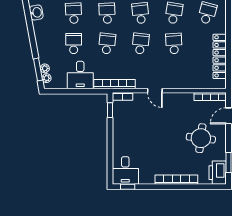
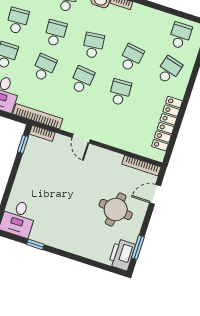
bookcase: (176, 180) -> (73, 247), removed
window: (128, 187) -> (35, 244), moved

